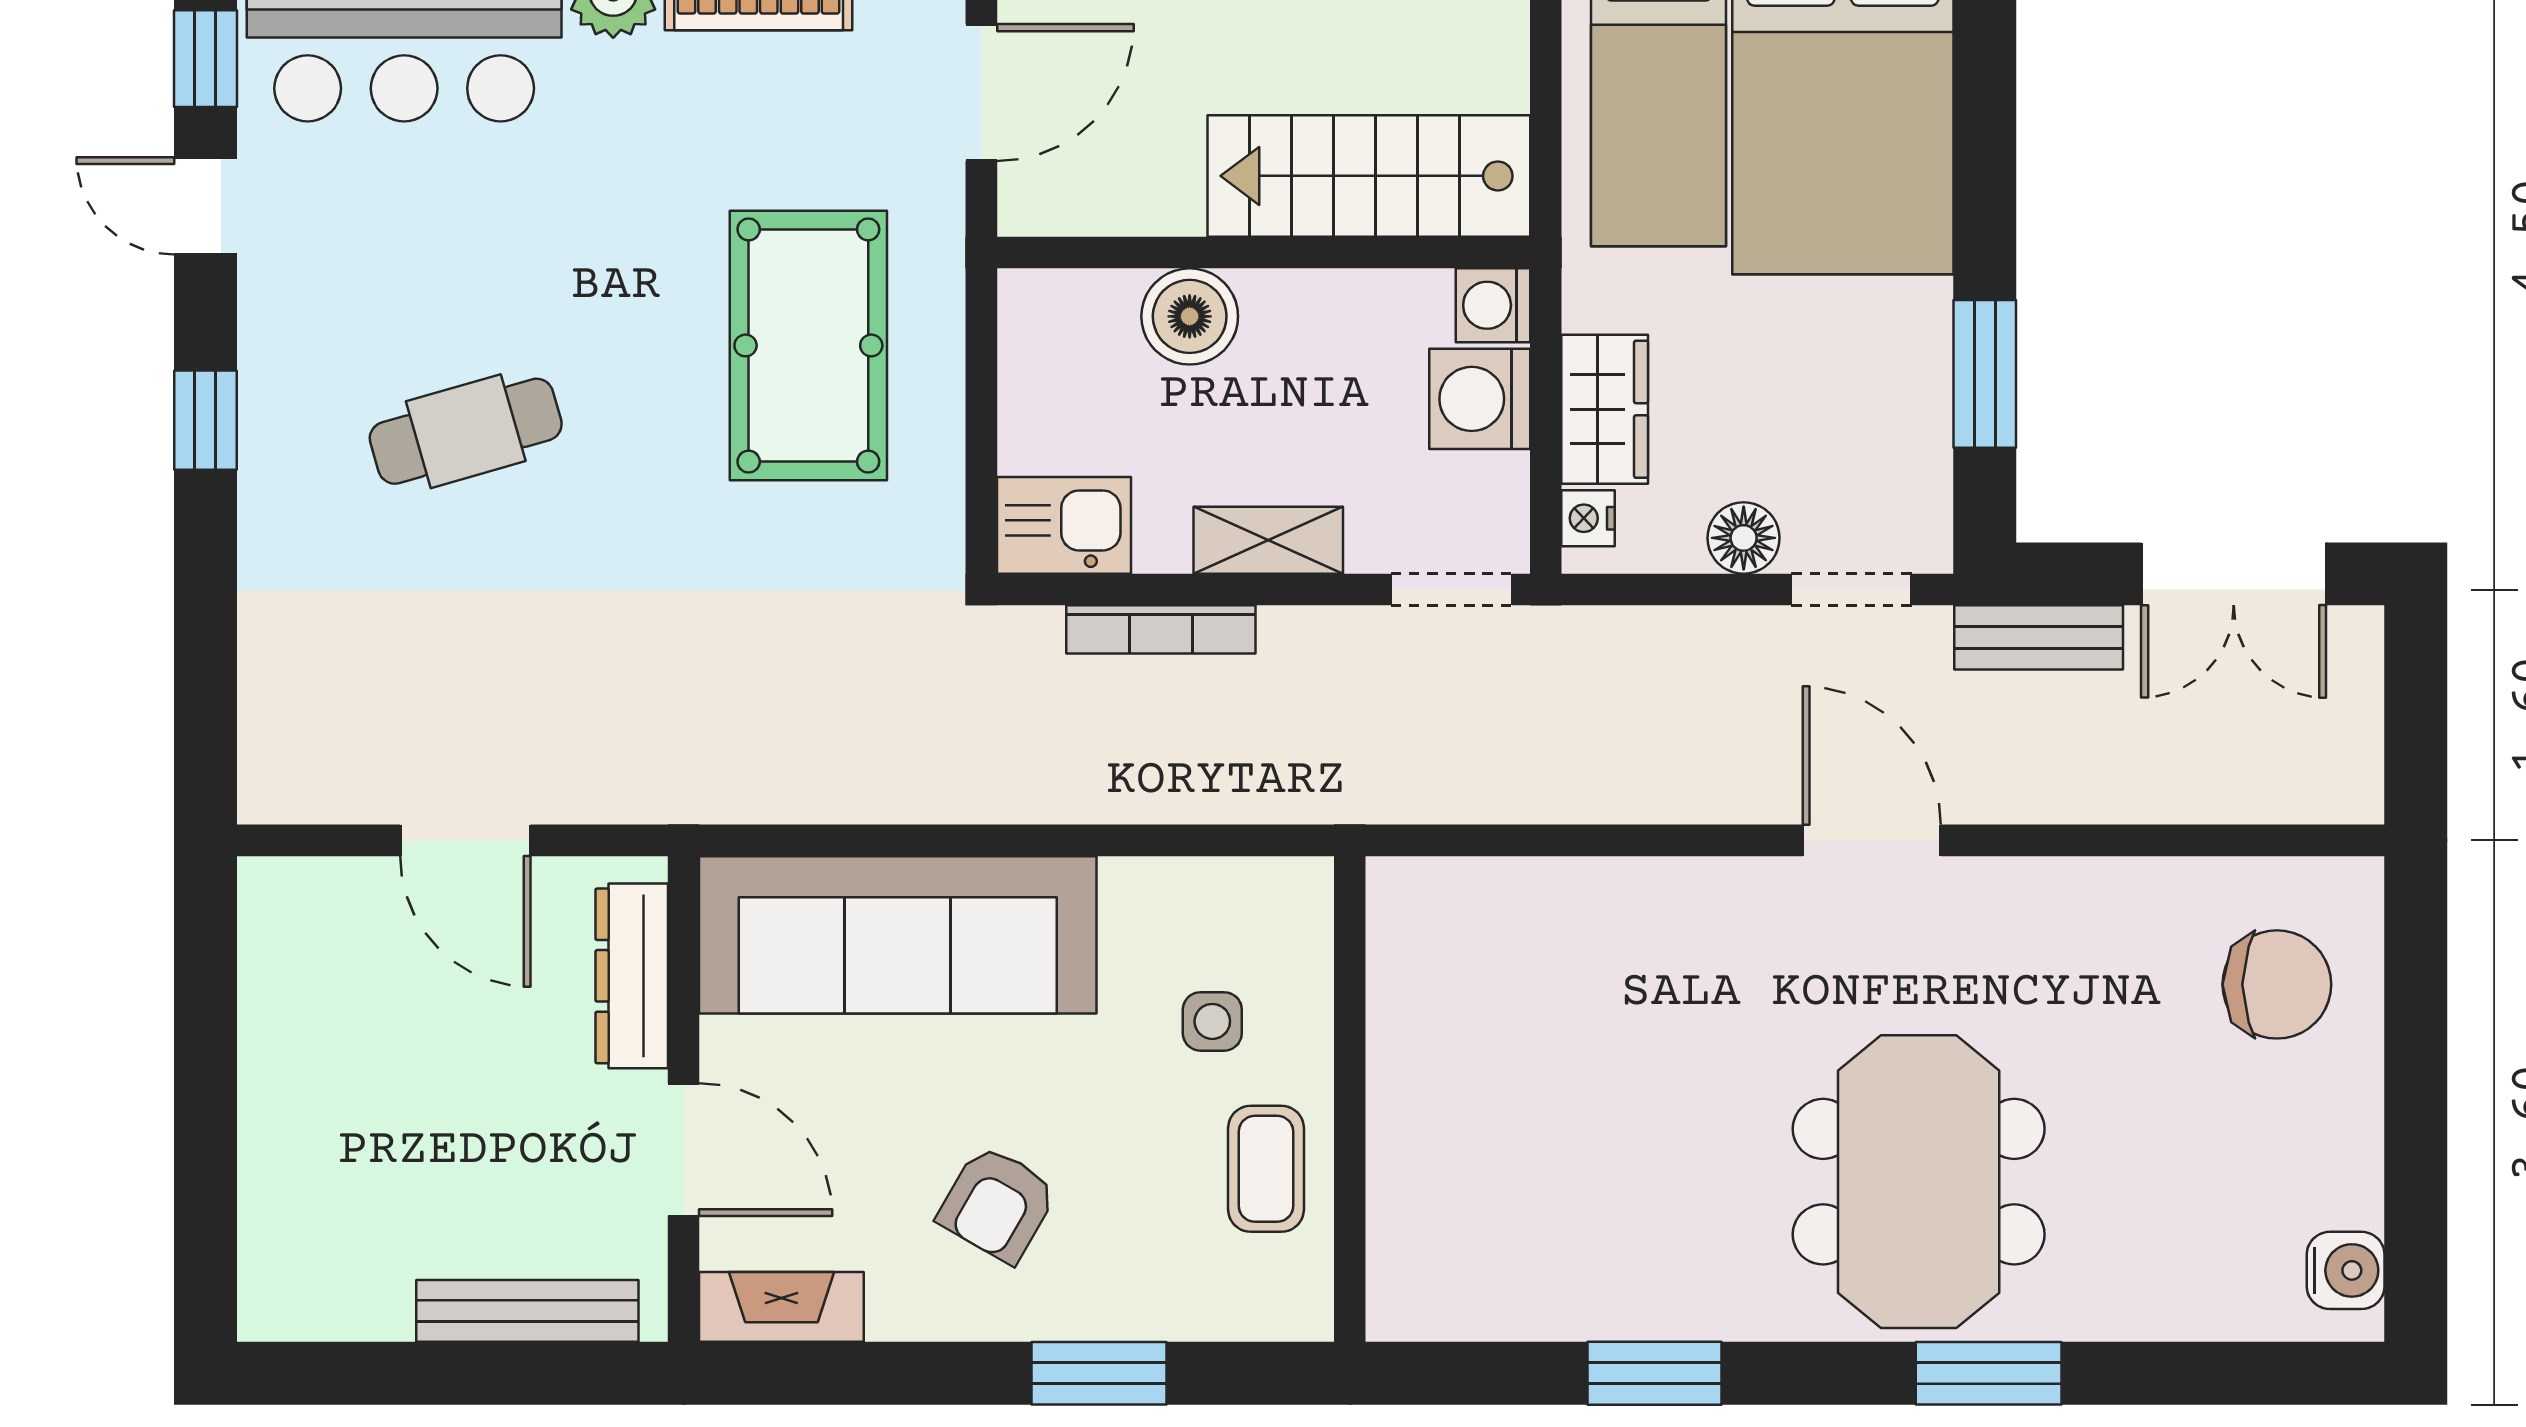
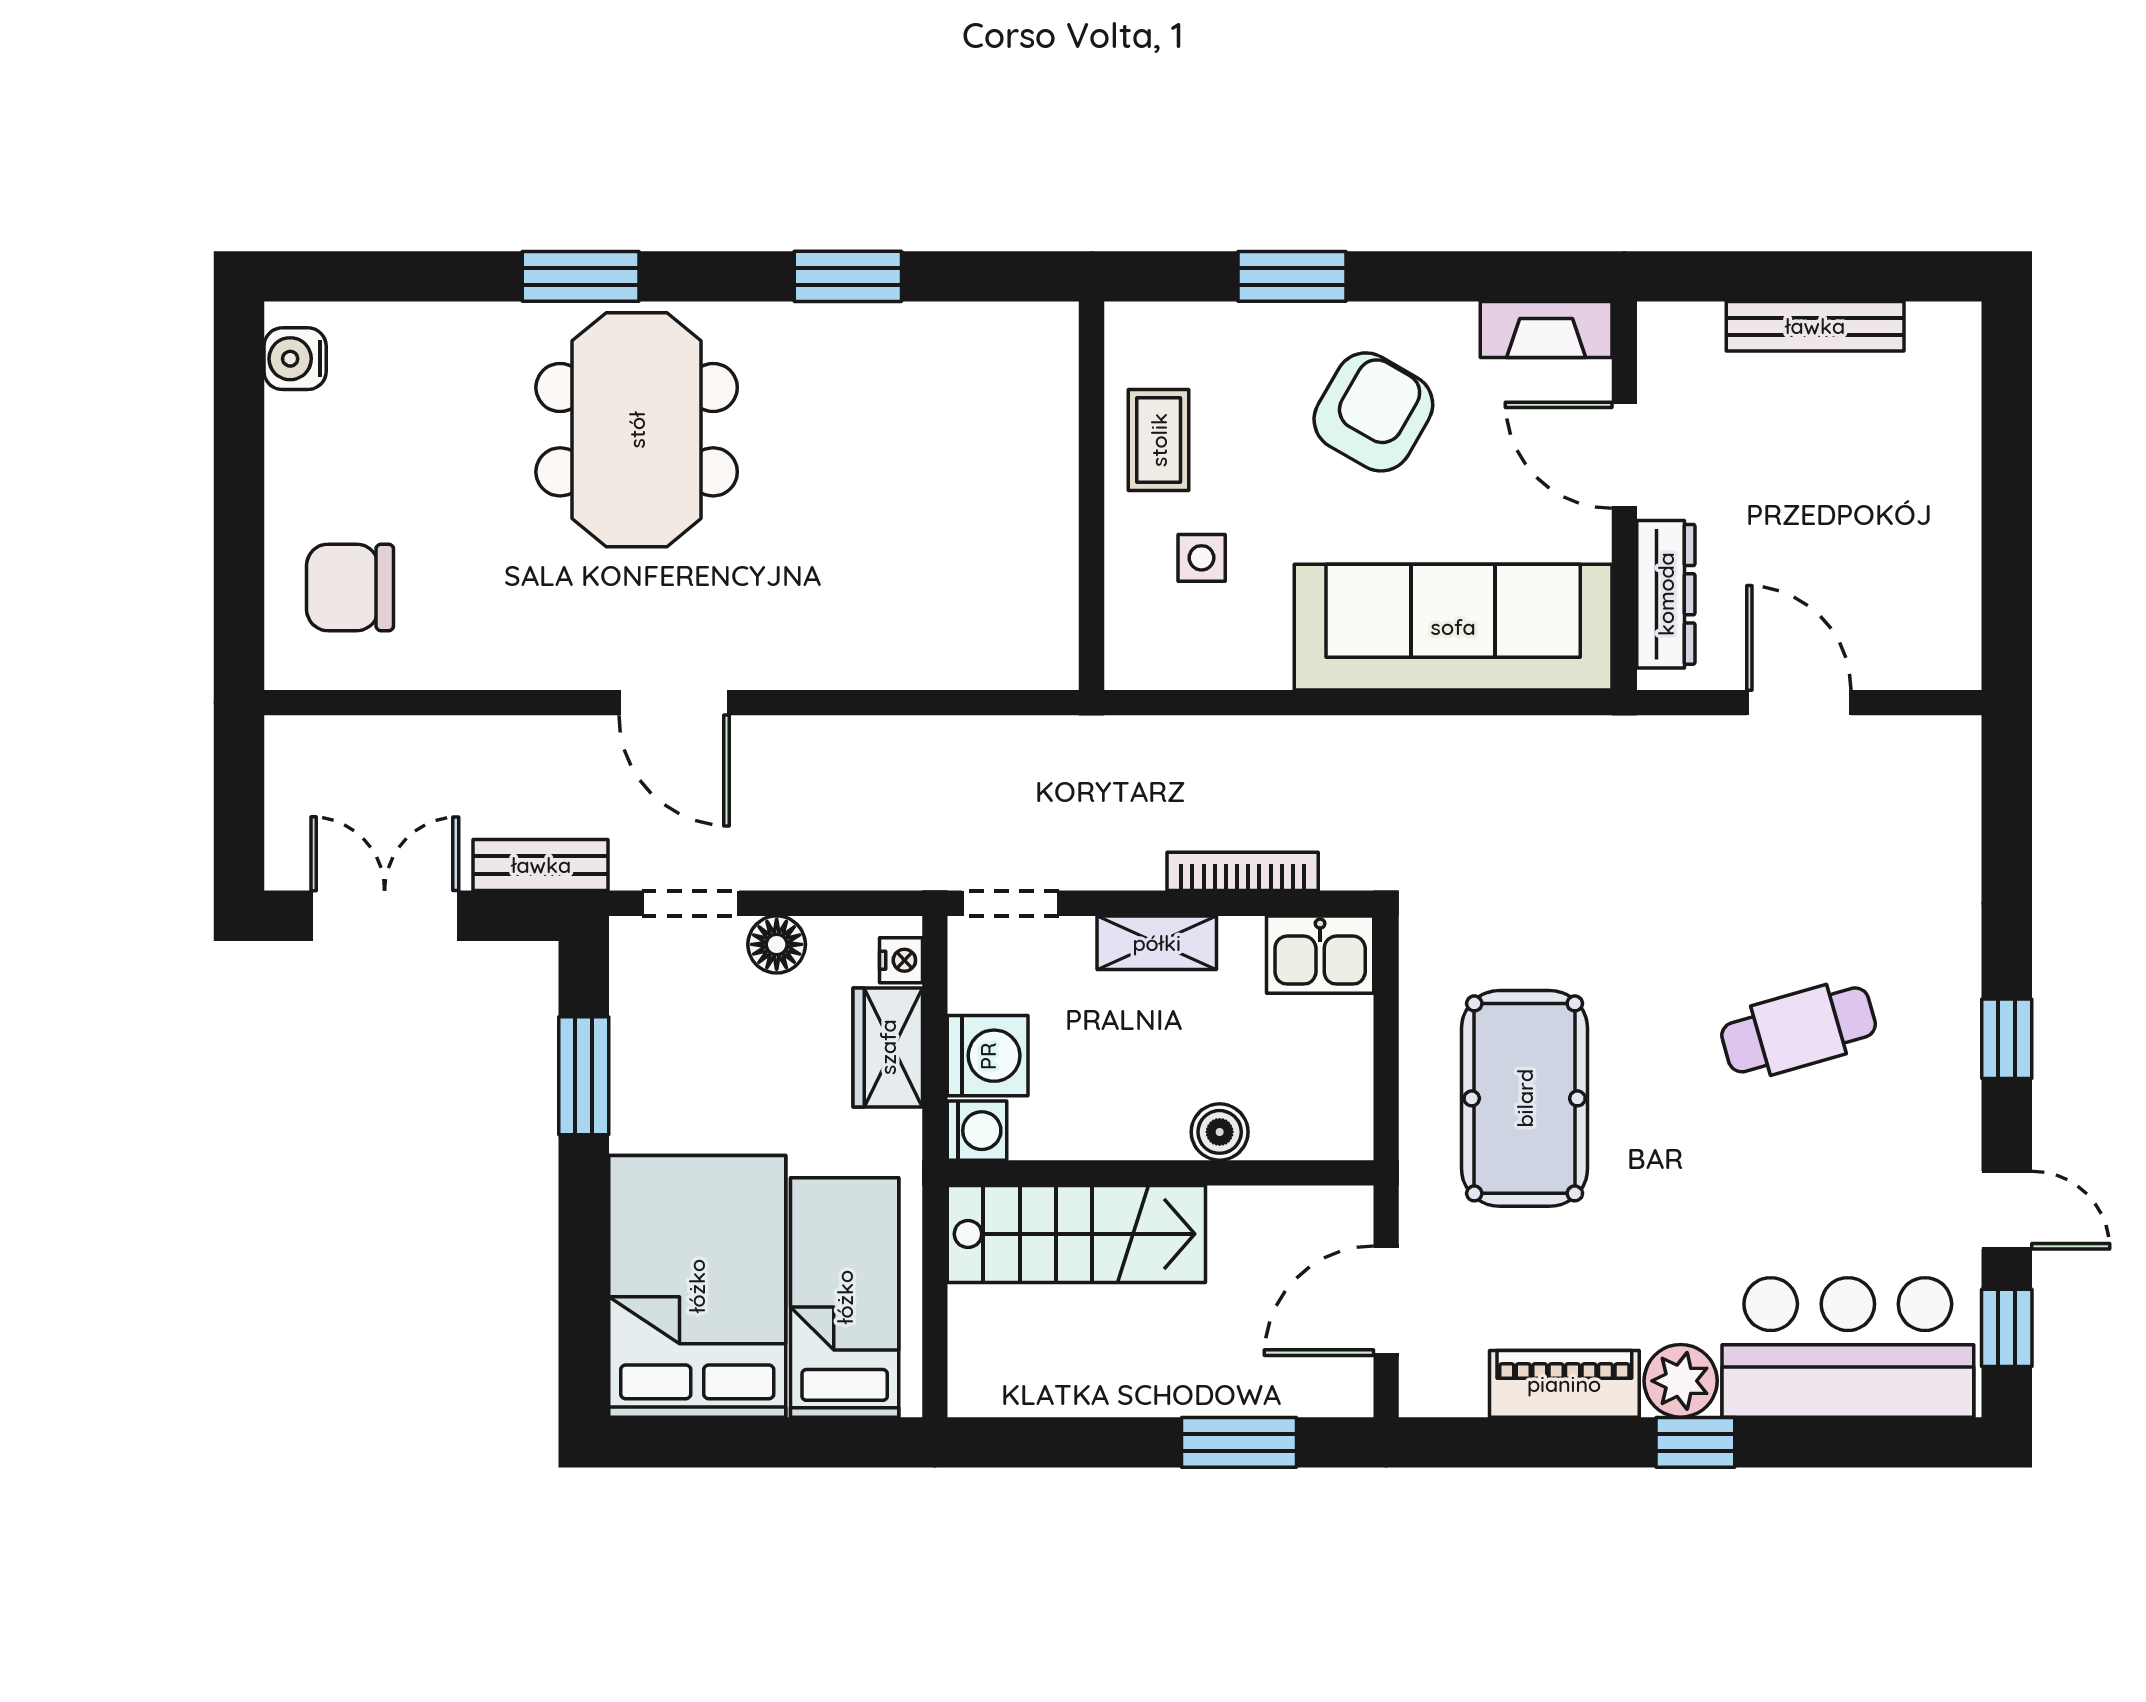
boiler: (1190, 316) -> (1220, 1132), width x0.73, depth x0.73
armchair: (997, 1204) -> (1373, 412), width x1.38, depth x1.38
bench: (527, 1311) -> (1815, 326), moved

